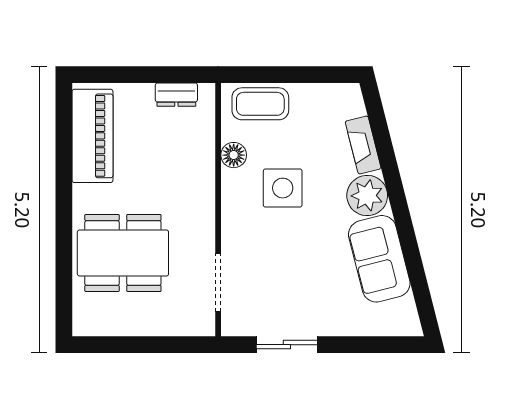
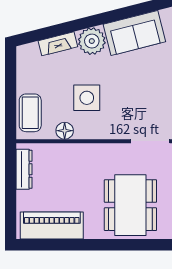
dresser: (176, 95) -> (24, 169), width x1.44

